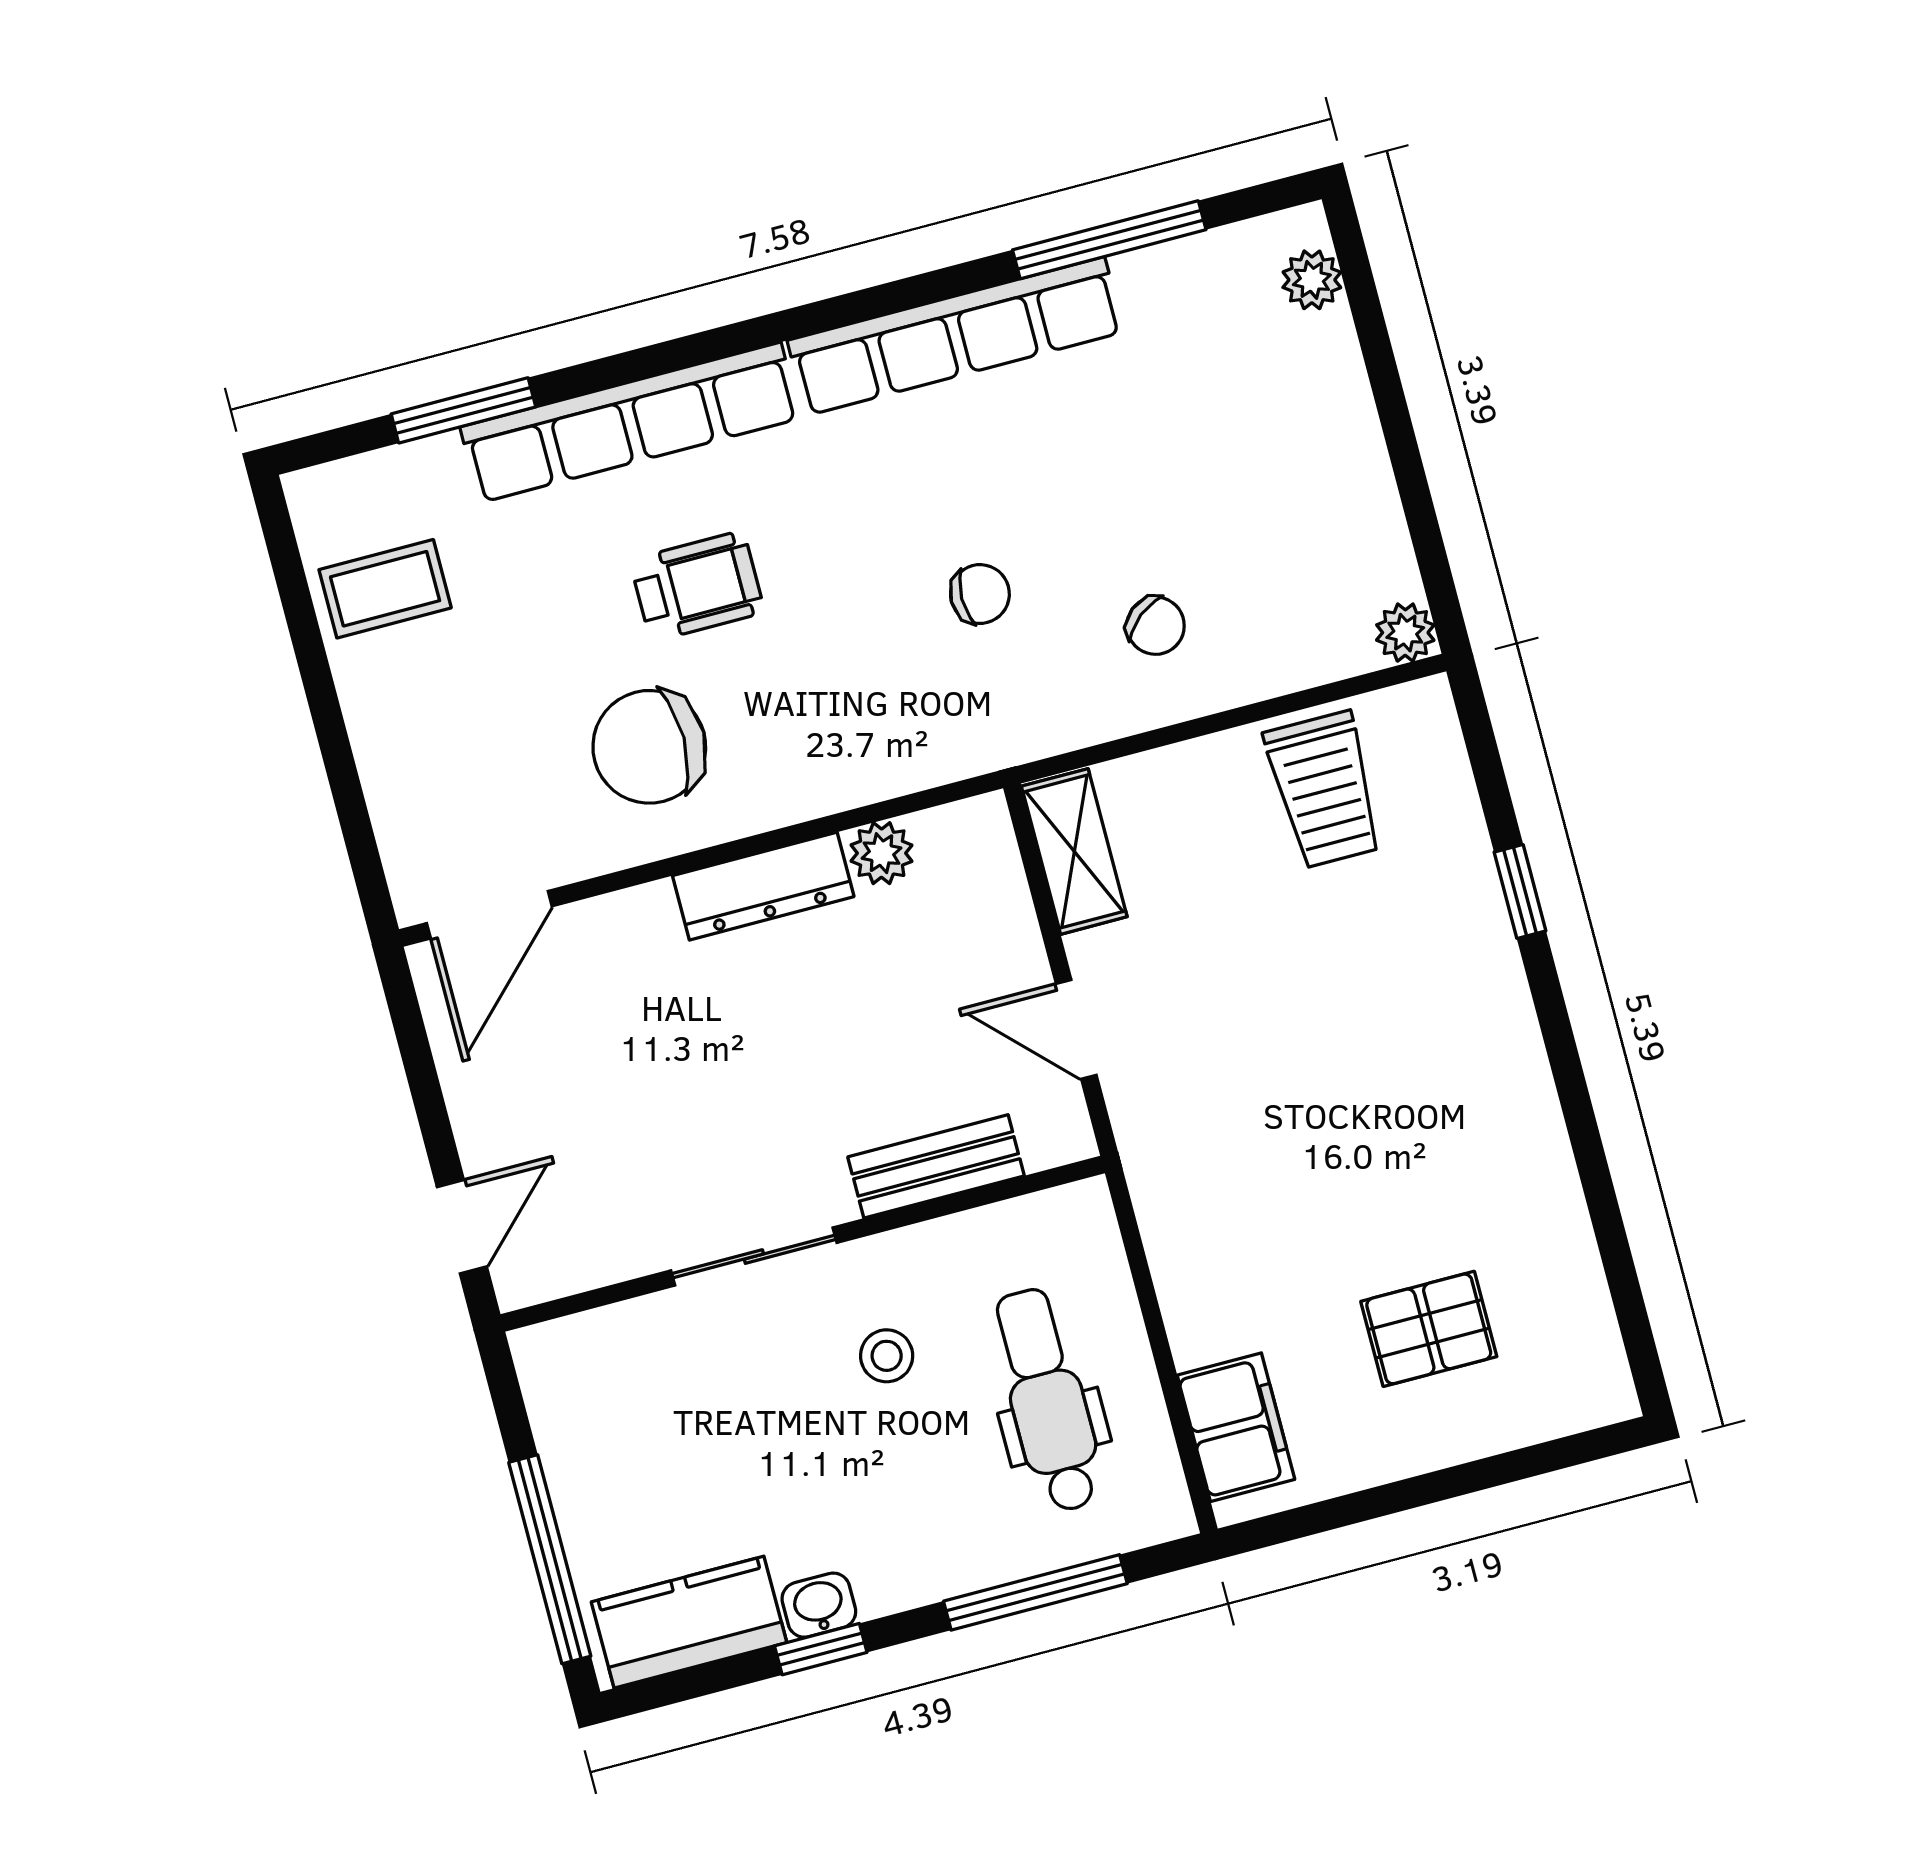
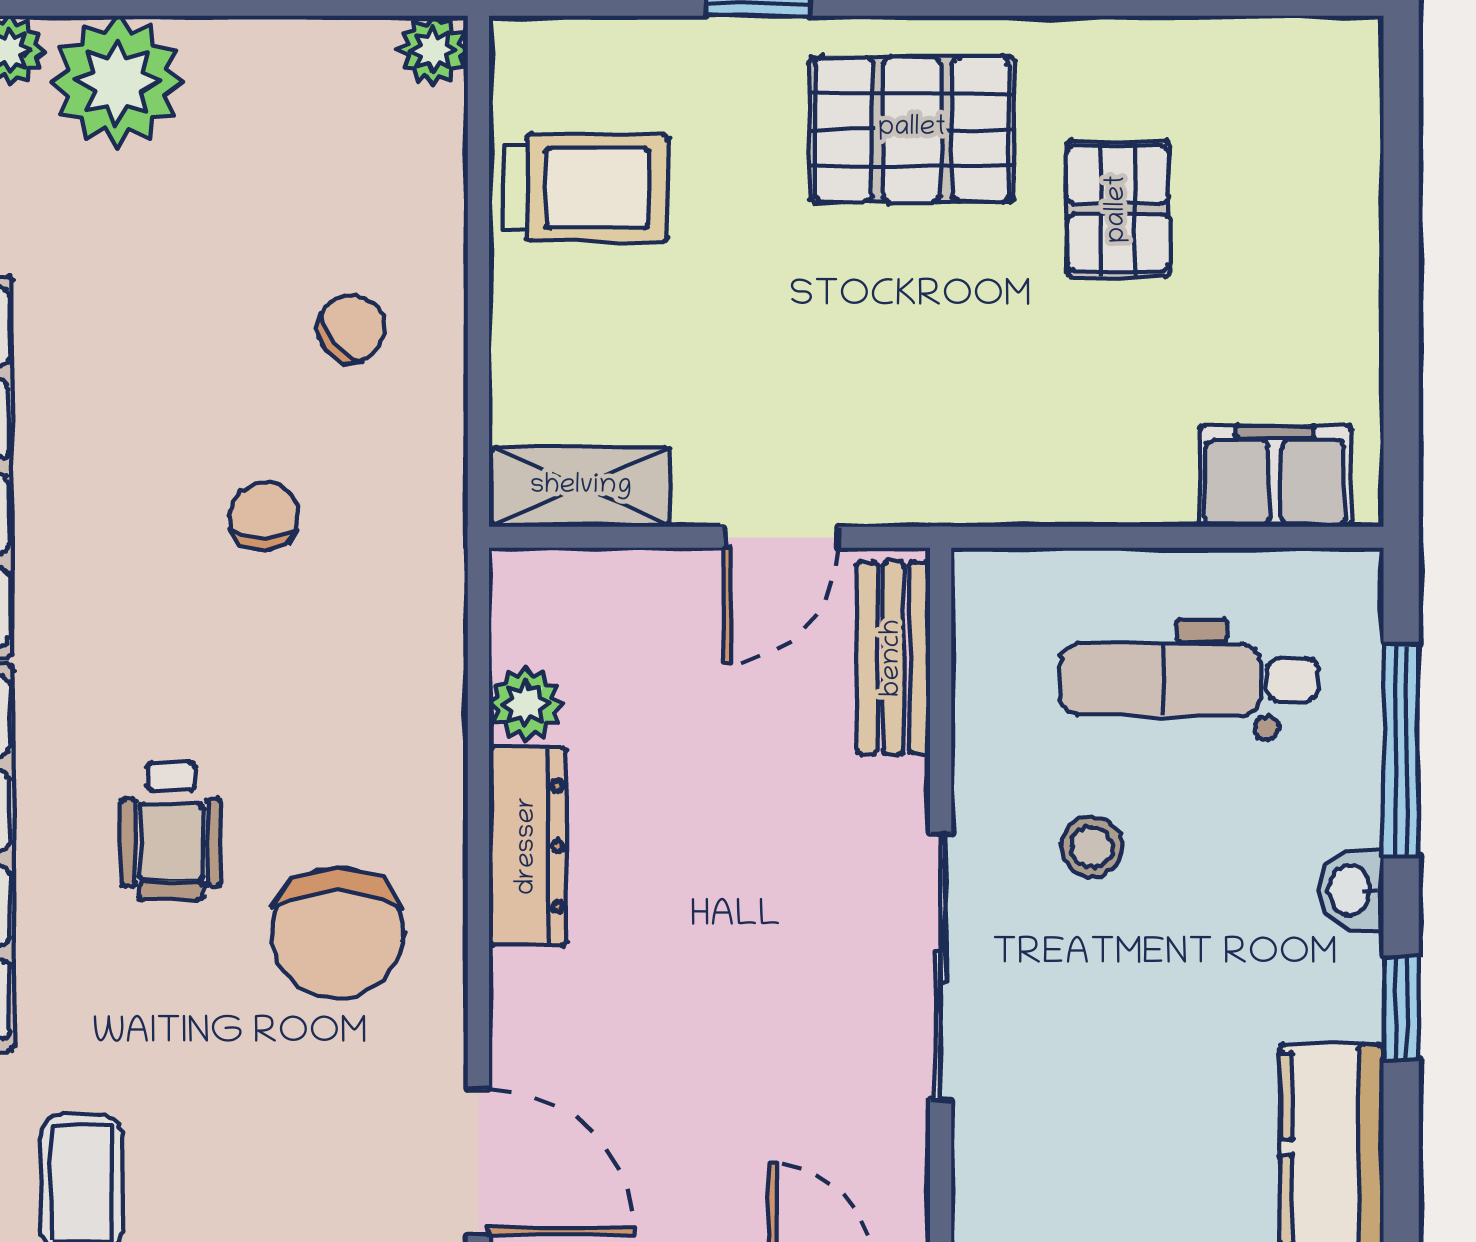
plant: (1310, 376) -> (117, 82), added
wheelchair: (697, 586) -> (171, 831), turned 180
pallet: (1445, 1049) -> (912, 129), added
bench: (936, 1166) -> (893, 658), moved
sliding door: (754, 1257) -> (941, 967), width x1.37
pallet: (1429, 1329) -> (1118, 209), moved
washbasin: (819, 1605) -> (1351, 890), moved

